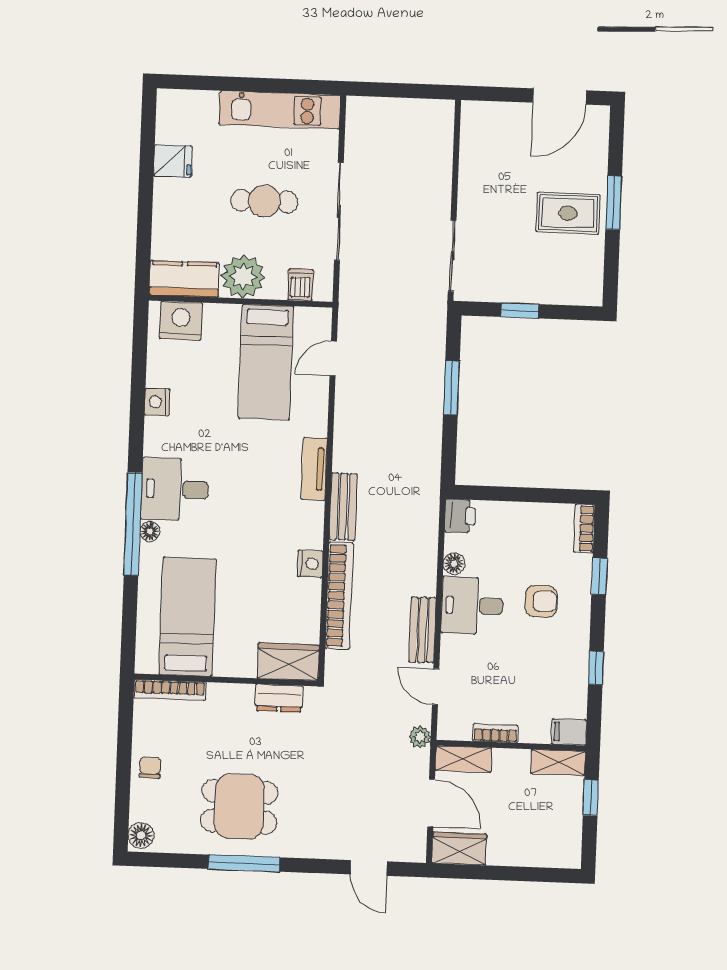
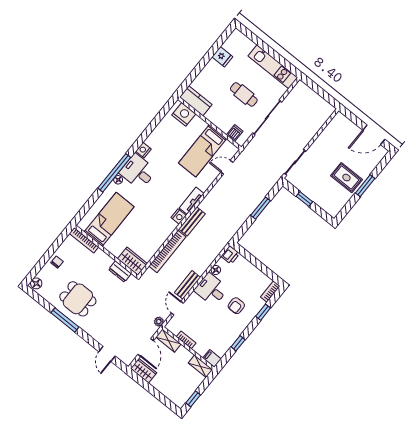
plant: (243, 276) -> (217, 115), removed
nightstand: (157, 402) -> (143, 150), moved
nightstand: (310, 564) -> (179, 217), moved
armchair: (541, 601) -> (236, 306), turned 90
window: (591, 798) -> (193, 399), moved

